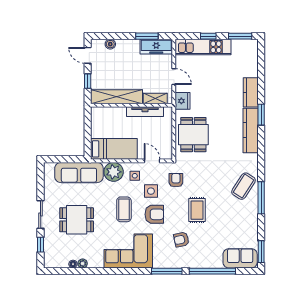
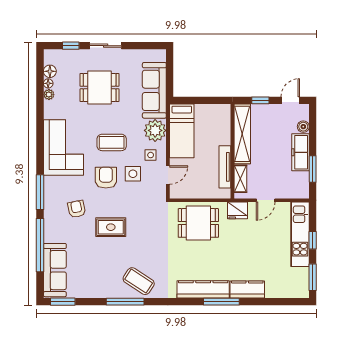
freezer: (156, 47) -> (300, 152), moved
window: (261, 115) -> (221, 302), width x1.44
armchair: (176, 180) -> (146, 203), removed
armchair: (154, 214) -> (106, 178), turned 180
dining table: (77, 220) -> (100, 88), turned 90
sofa: (240, 258) -> (55, 270), width x1.36
floor lamp: (63, 263) -> (50, 71), added

